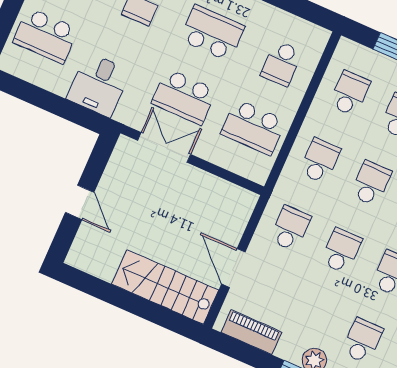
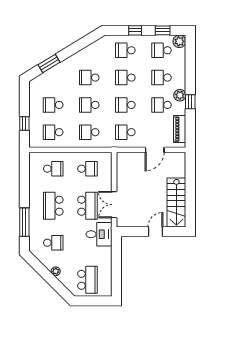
desk: (99, 85) -> (99, 234), moved
school desk: (253, 127) -> (87, 169), width x0.54
stairs: (165, 287) -> (176, 202), moved
school desk: (311, 318) -> (161, 105), added

